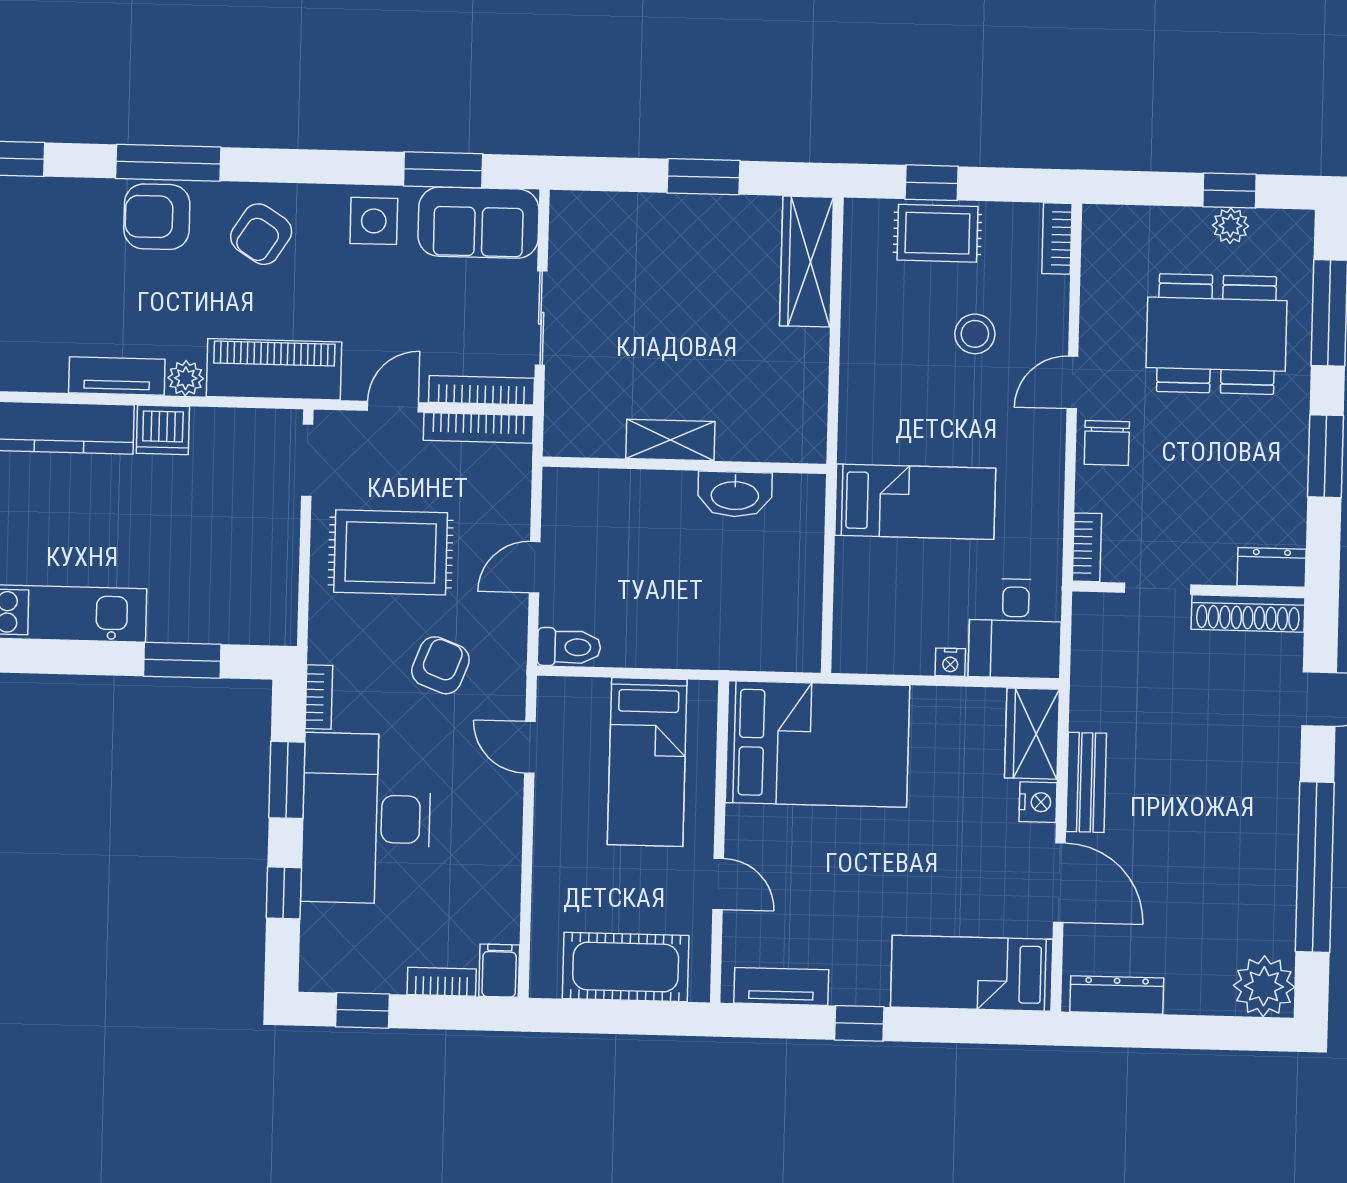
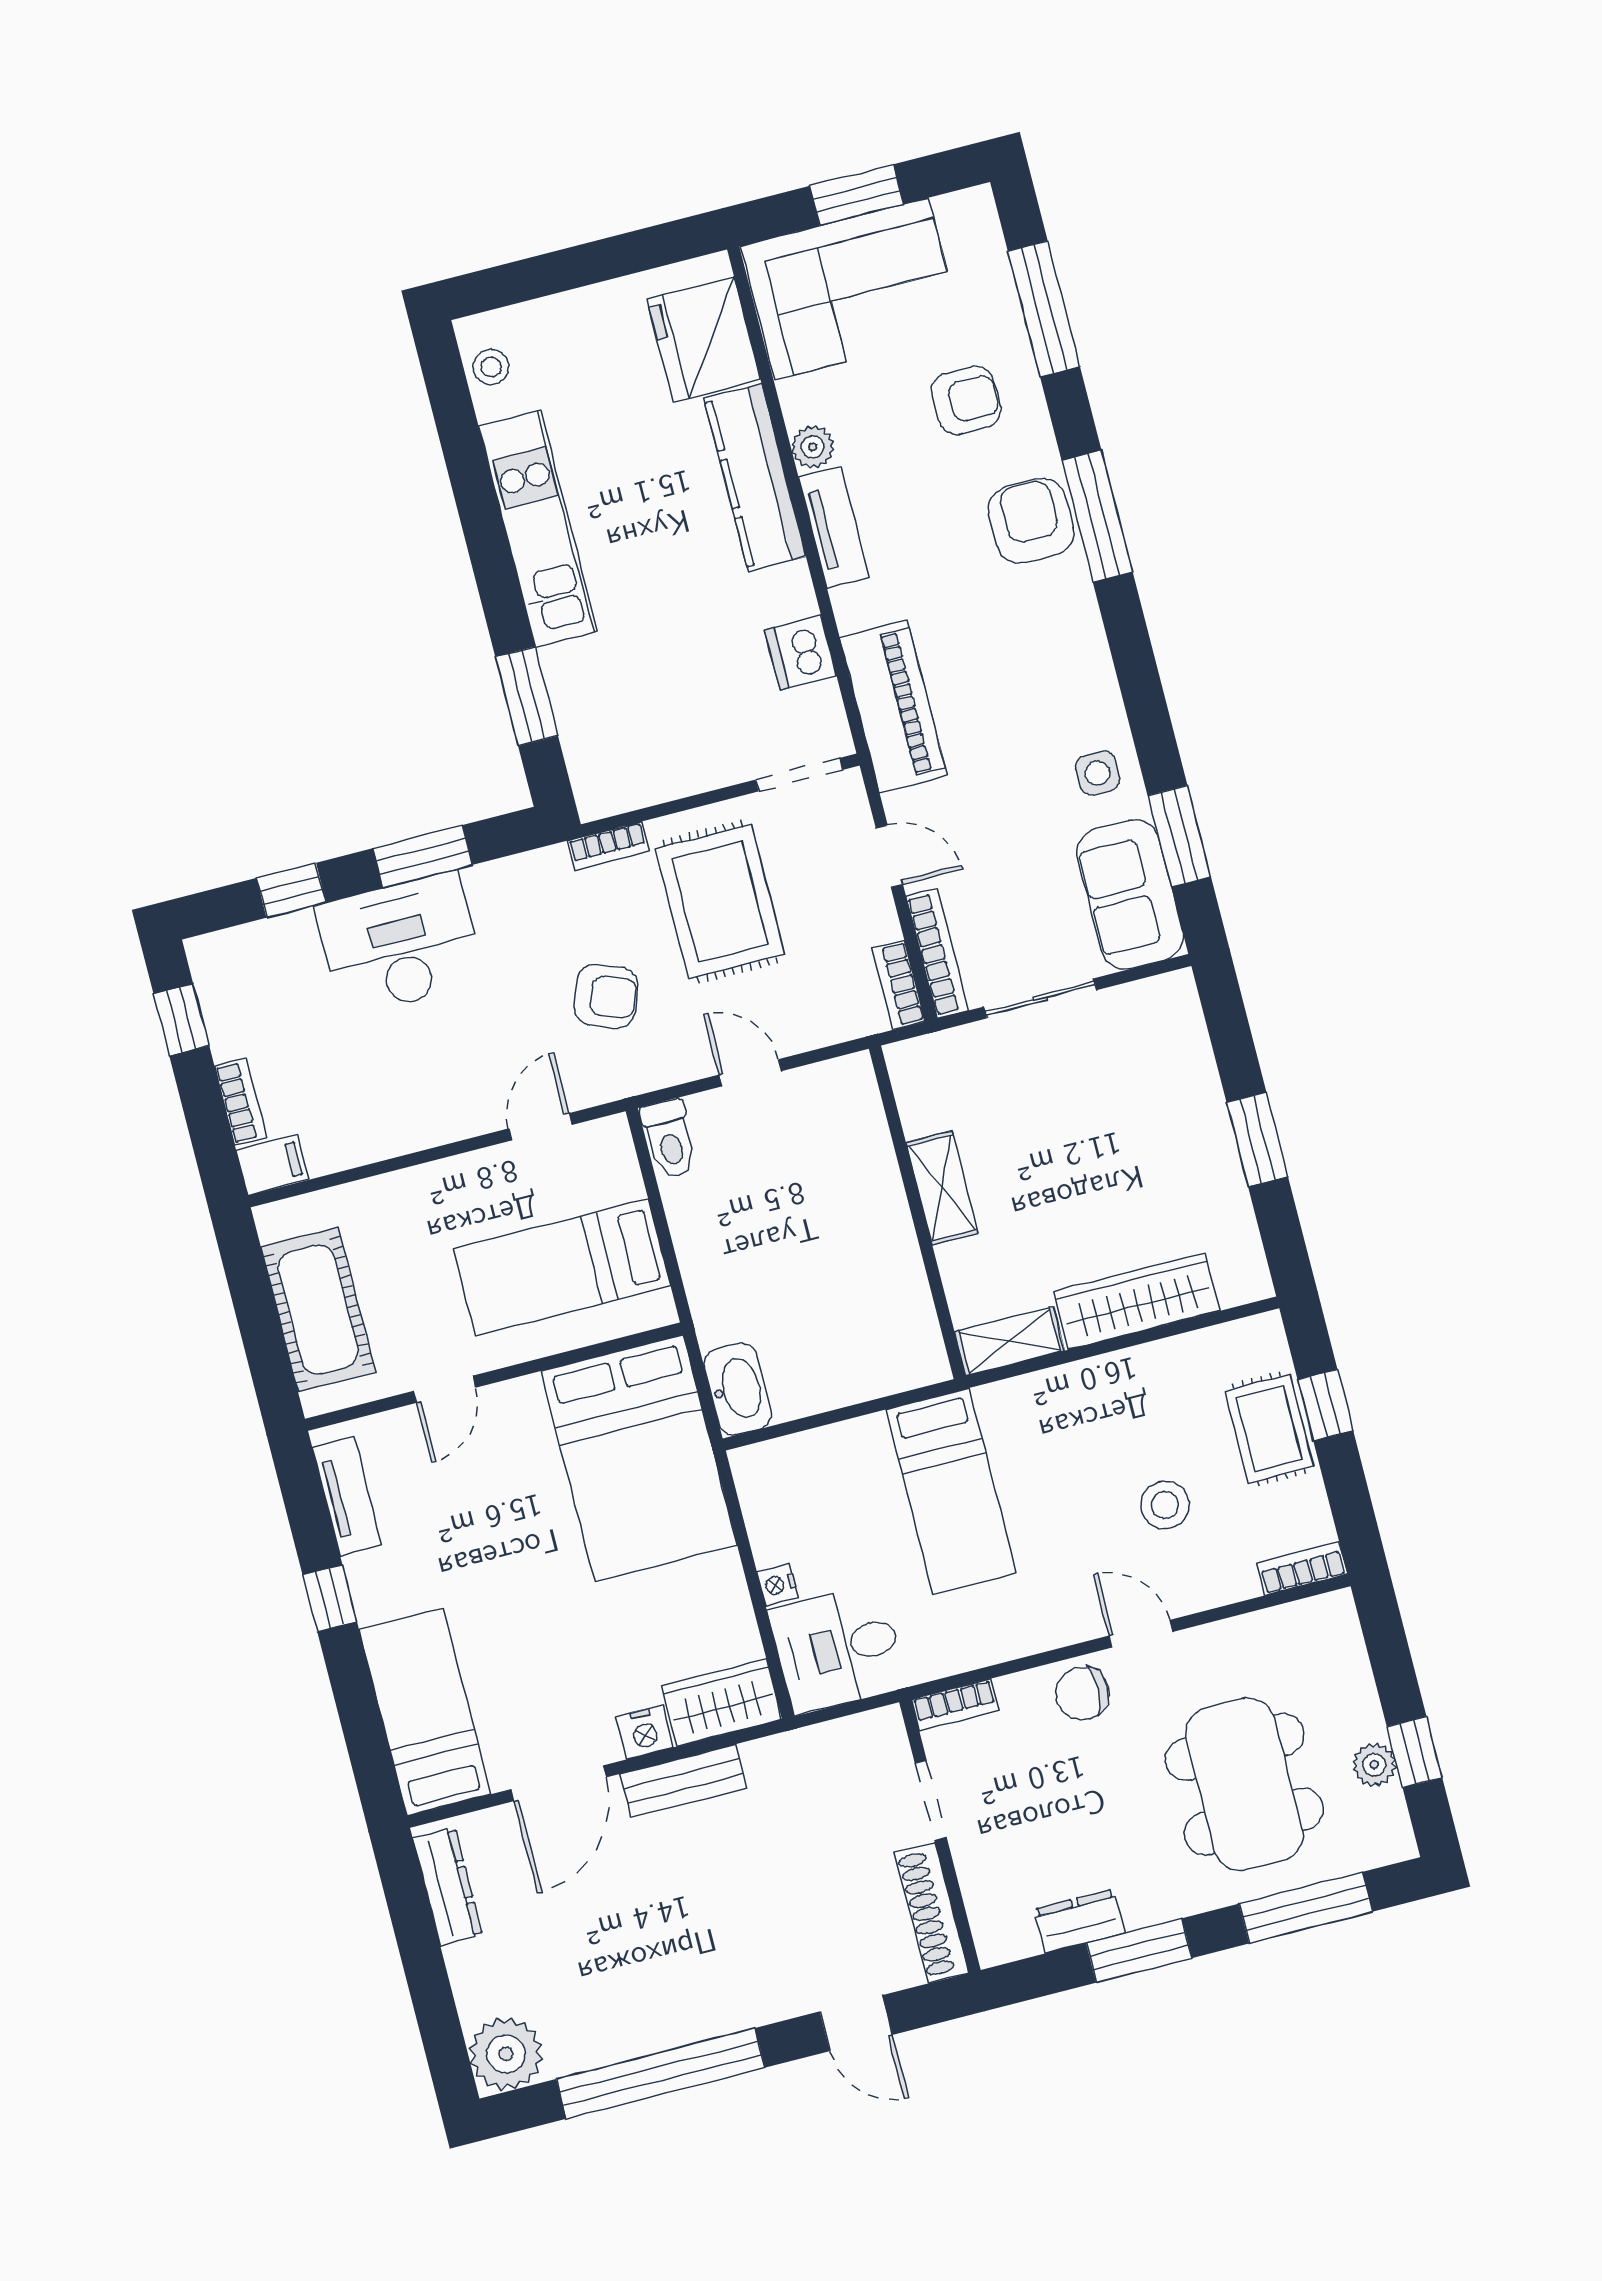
side table: (374, 221) -> (1098, 773), width x0.73, depth x0.73
armchair: (261, 234) -> (966, 400), moved, turned 147
wardrobe: (807, 262) -> (1137, 1301), moved
plant: (186, 378) -> (813, 447), moved
shelving: (808, 421) -> (1009, 1341), added
bookcase: (478, 428) -> (899, 985), width x0.64
dishwasher: (163, 430) -> (801, 653), moved
washbasin: (735, 494) -> (738, 1389), moved, turned 180
dresser: (1272, 567) -> (1079, 1921), moved, turned -90
bookcase: (319, 697) -> (608, 846), moved
desk: (366, 818) -> (400, 944), width x0.73, depth x0.77

